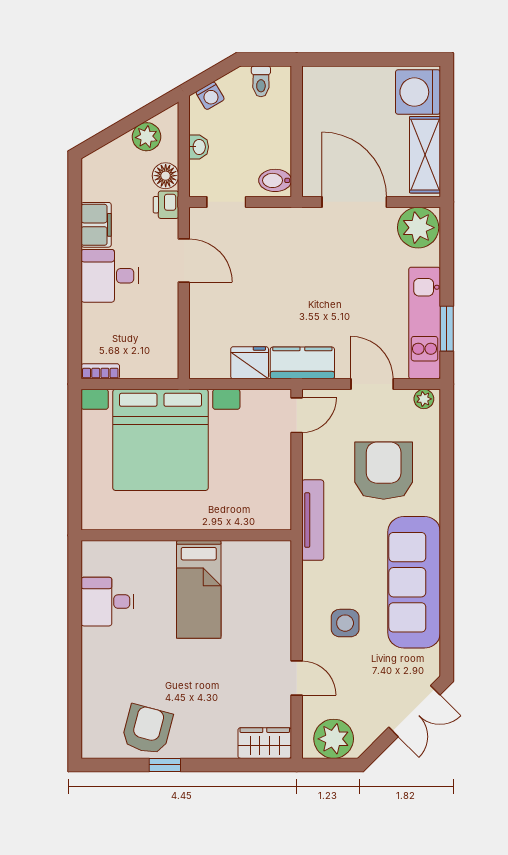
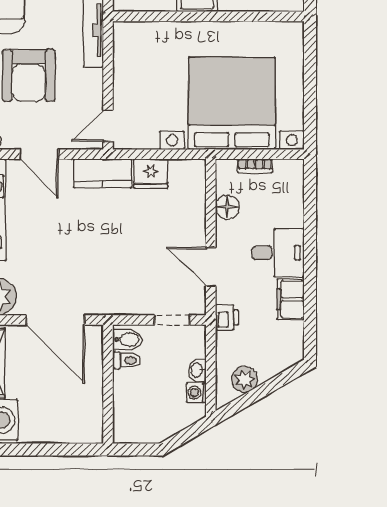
toilet: (261, 81) -> (127, 360), moved, turned 90
washing machine: (210, 96) -> (196, 393), moved, turned -60
floor lamp: (166, 176) -> (227, 207), moved
bookcase: (100, 371) -> (255, 166), moved

